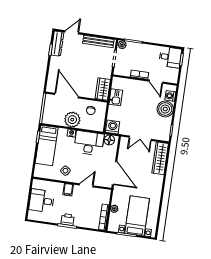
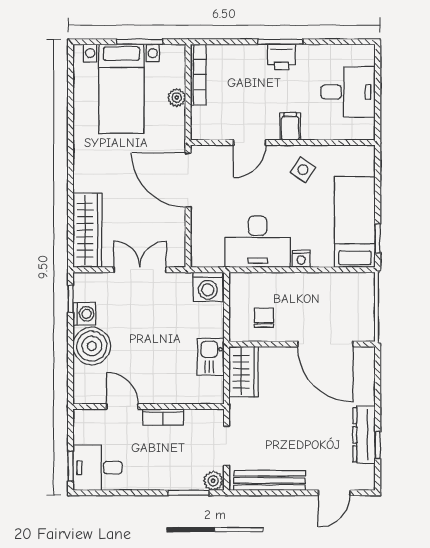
dresser: (57, 44) -> (364, 435), moved
washing machine: (170, 96) -> (84, 314), moved
plant: (72, 120) -> (304, 290), removed
floor lamp: (109, 140) -> (211, 255), removed

